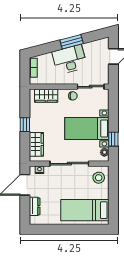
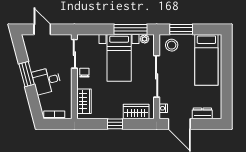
desk: (69, 60) -> (47, 81), width x0.73
window: (113, 139) -> (130, 29), width x2.17
window: (113, 186) -> (181, 29), added

